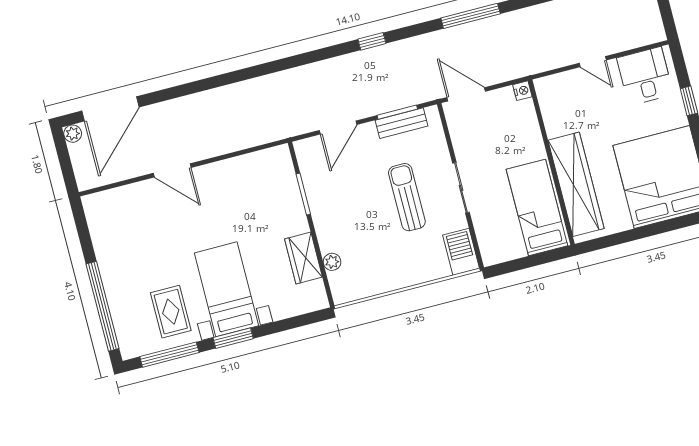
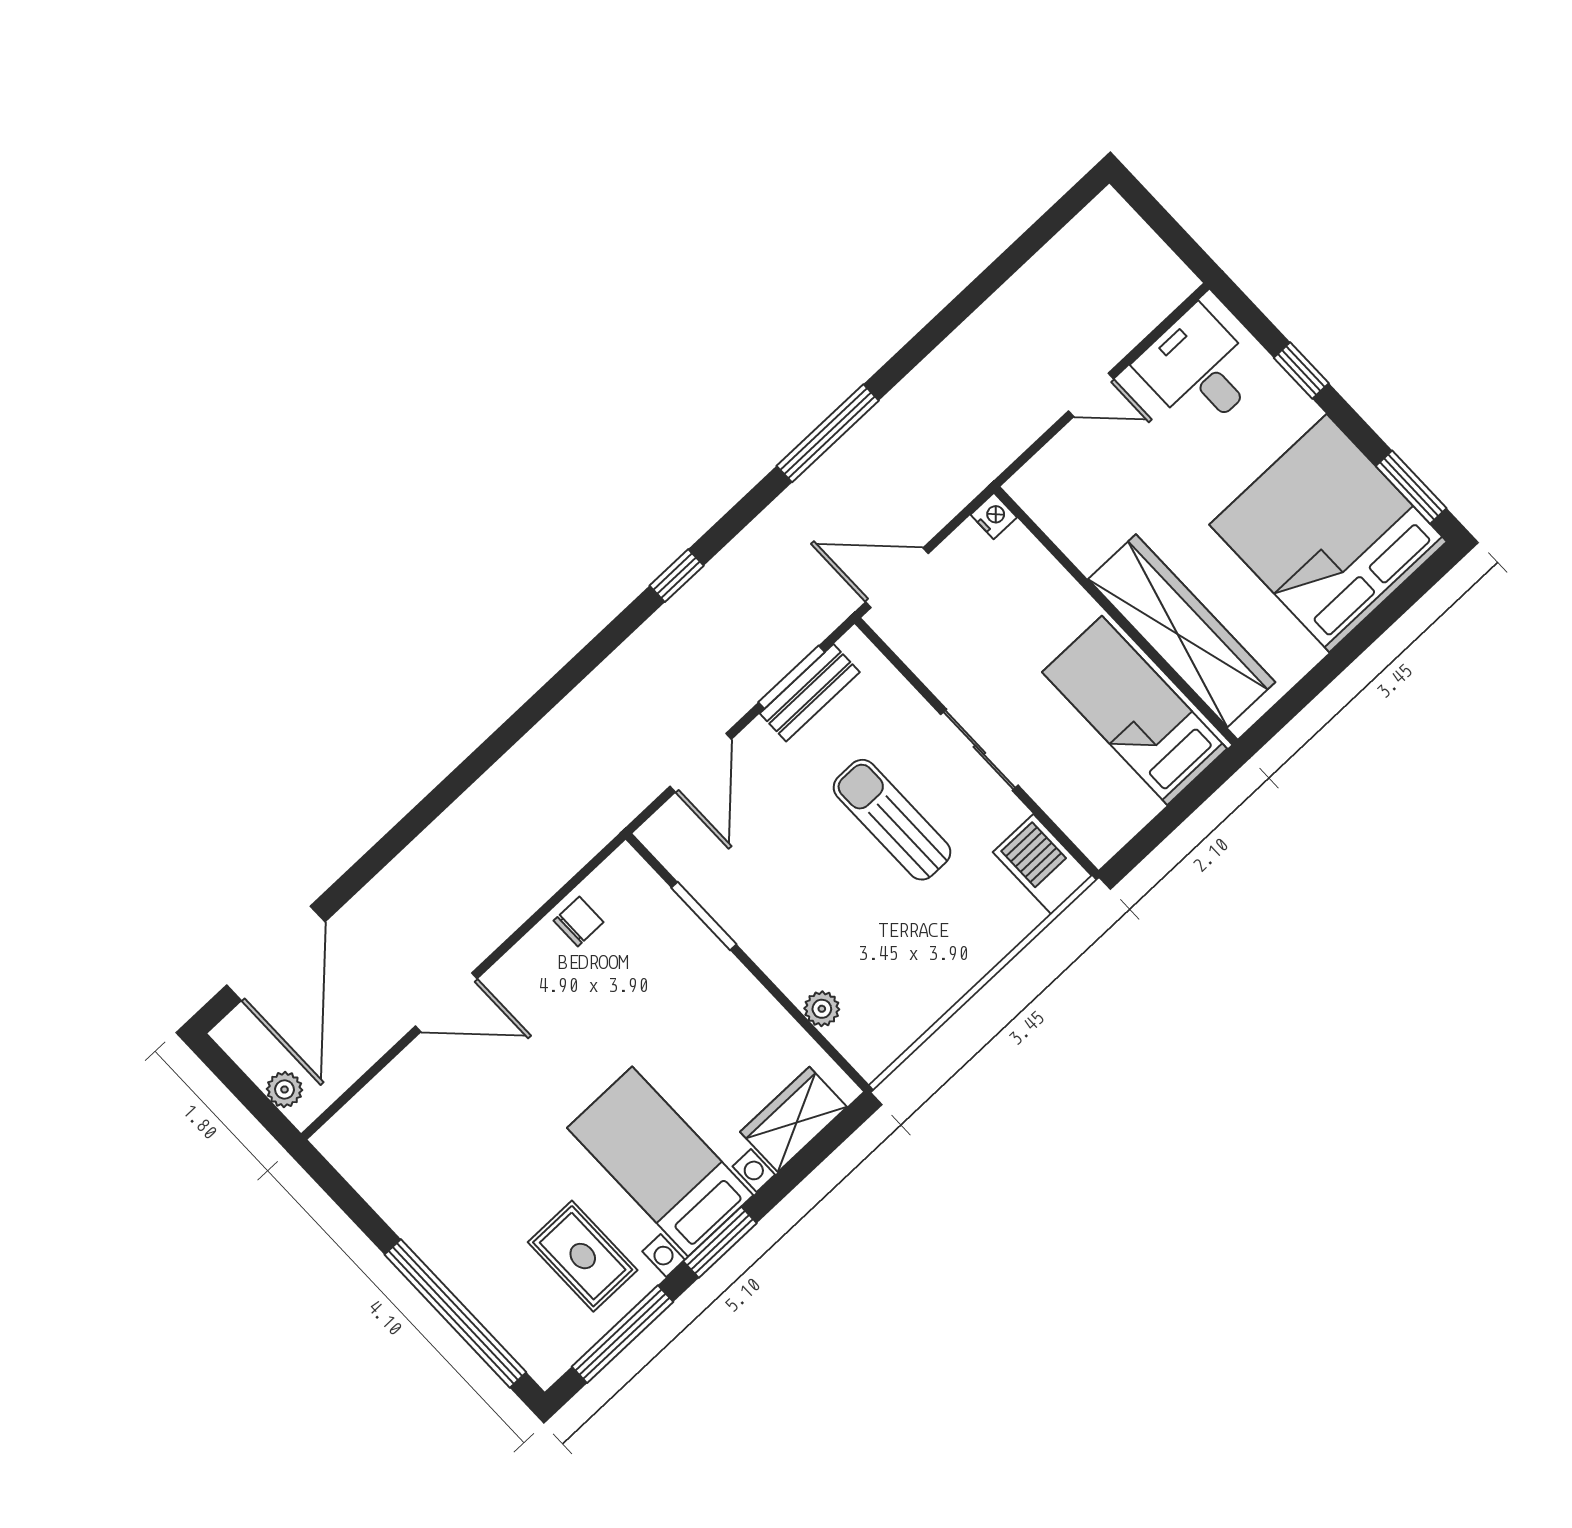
plant: (73, 134) -> (285, 1090), moved
chair: (248, 167) -> (579, 921), added
wardrobe: (303, 258) -> (794, 1119), moved, turned 90

